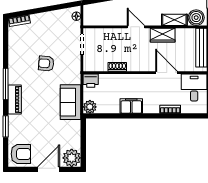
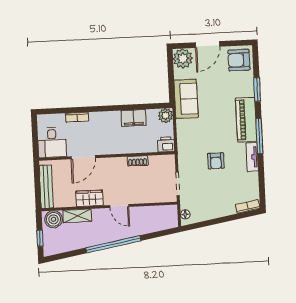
armchair: (46, 63) -> (216, 161), turned 85
tv unit: (13, 65) -> (252, 157), added
door: (166, 73) -> (83, 157), hinge flipped
piano: (15, 100) -> (246, 120), width x1.37, depth x1.33
sofa: (71, 102) -> (186, 99), moved
filing cabinet: (131, 106) -> (134, 118), moved

